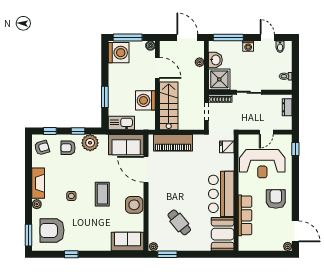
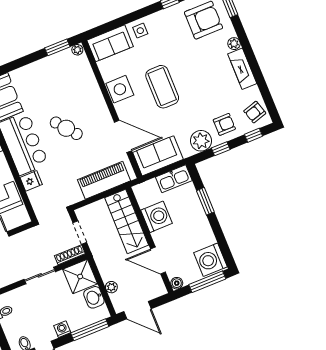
fridge: (227, 147) -> (31, 181), moved
coffee table: (102, 194) -> (162, 87), width x1.36, depth x1.32
side table: (71, 196) -> (140, 31), moved
cafe table: (179, 222) -> (66, 128), moved

